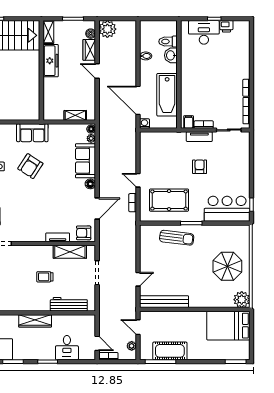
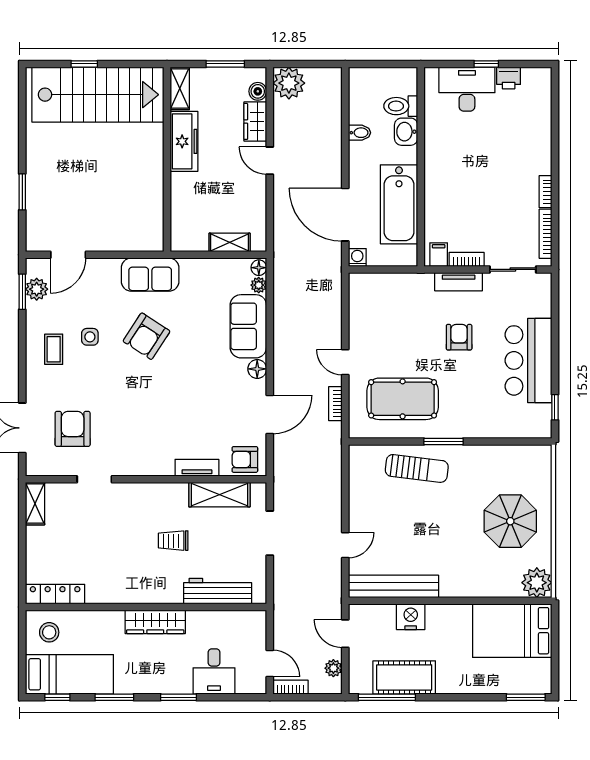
bar counter: (227, 209) -> (528, 360), moved, turned -90
nightstand: (173, 318) -> (411, 617), added

